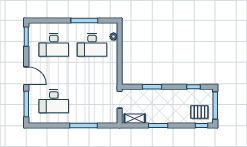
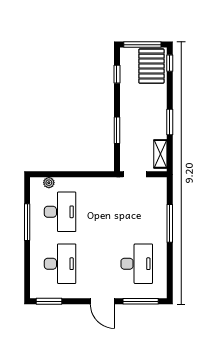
door: (26, 76) -> (102, 301), swing flipped
pallet: (199, 112) -> (151, 66), width x1.50, depth x1.42

